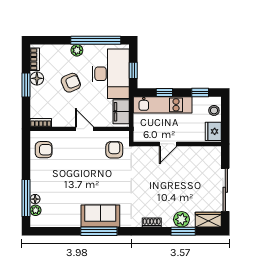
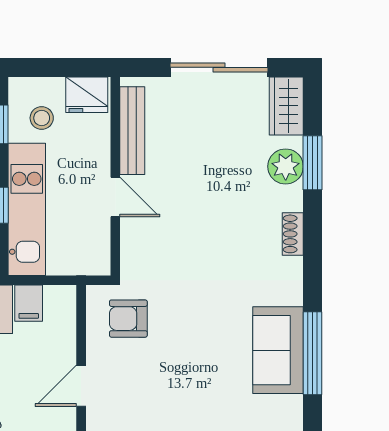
stool: (214, 110) -> (42, 118), moved
filing cabinet: (121, 112) -> (29, 303), width x0.50
bench: (197, 152) -> (132, 131), added

